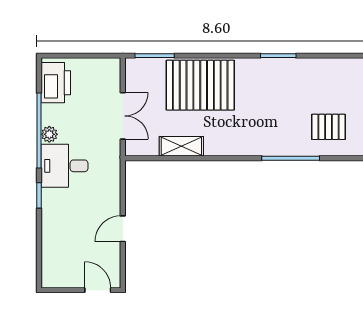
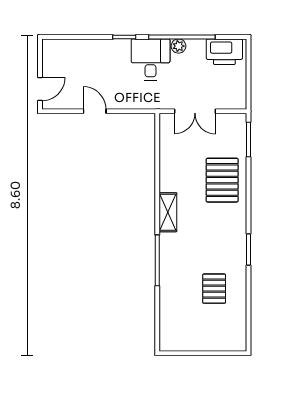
pallet: (200, 85) -> (222, 180), width x0.73, depth x0.71
pallet: (329, 127) -> (214, 289), moved
shelving: (181, 146) -> (168, 212), moved

